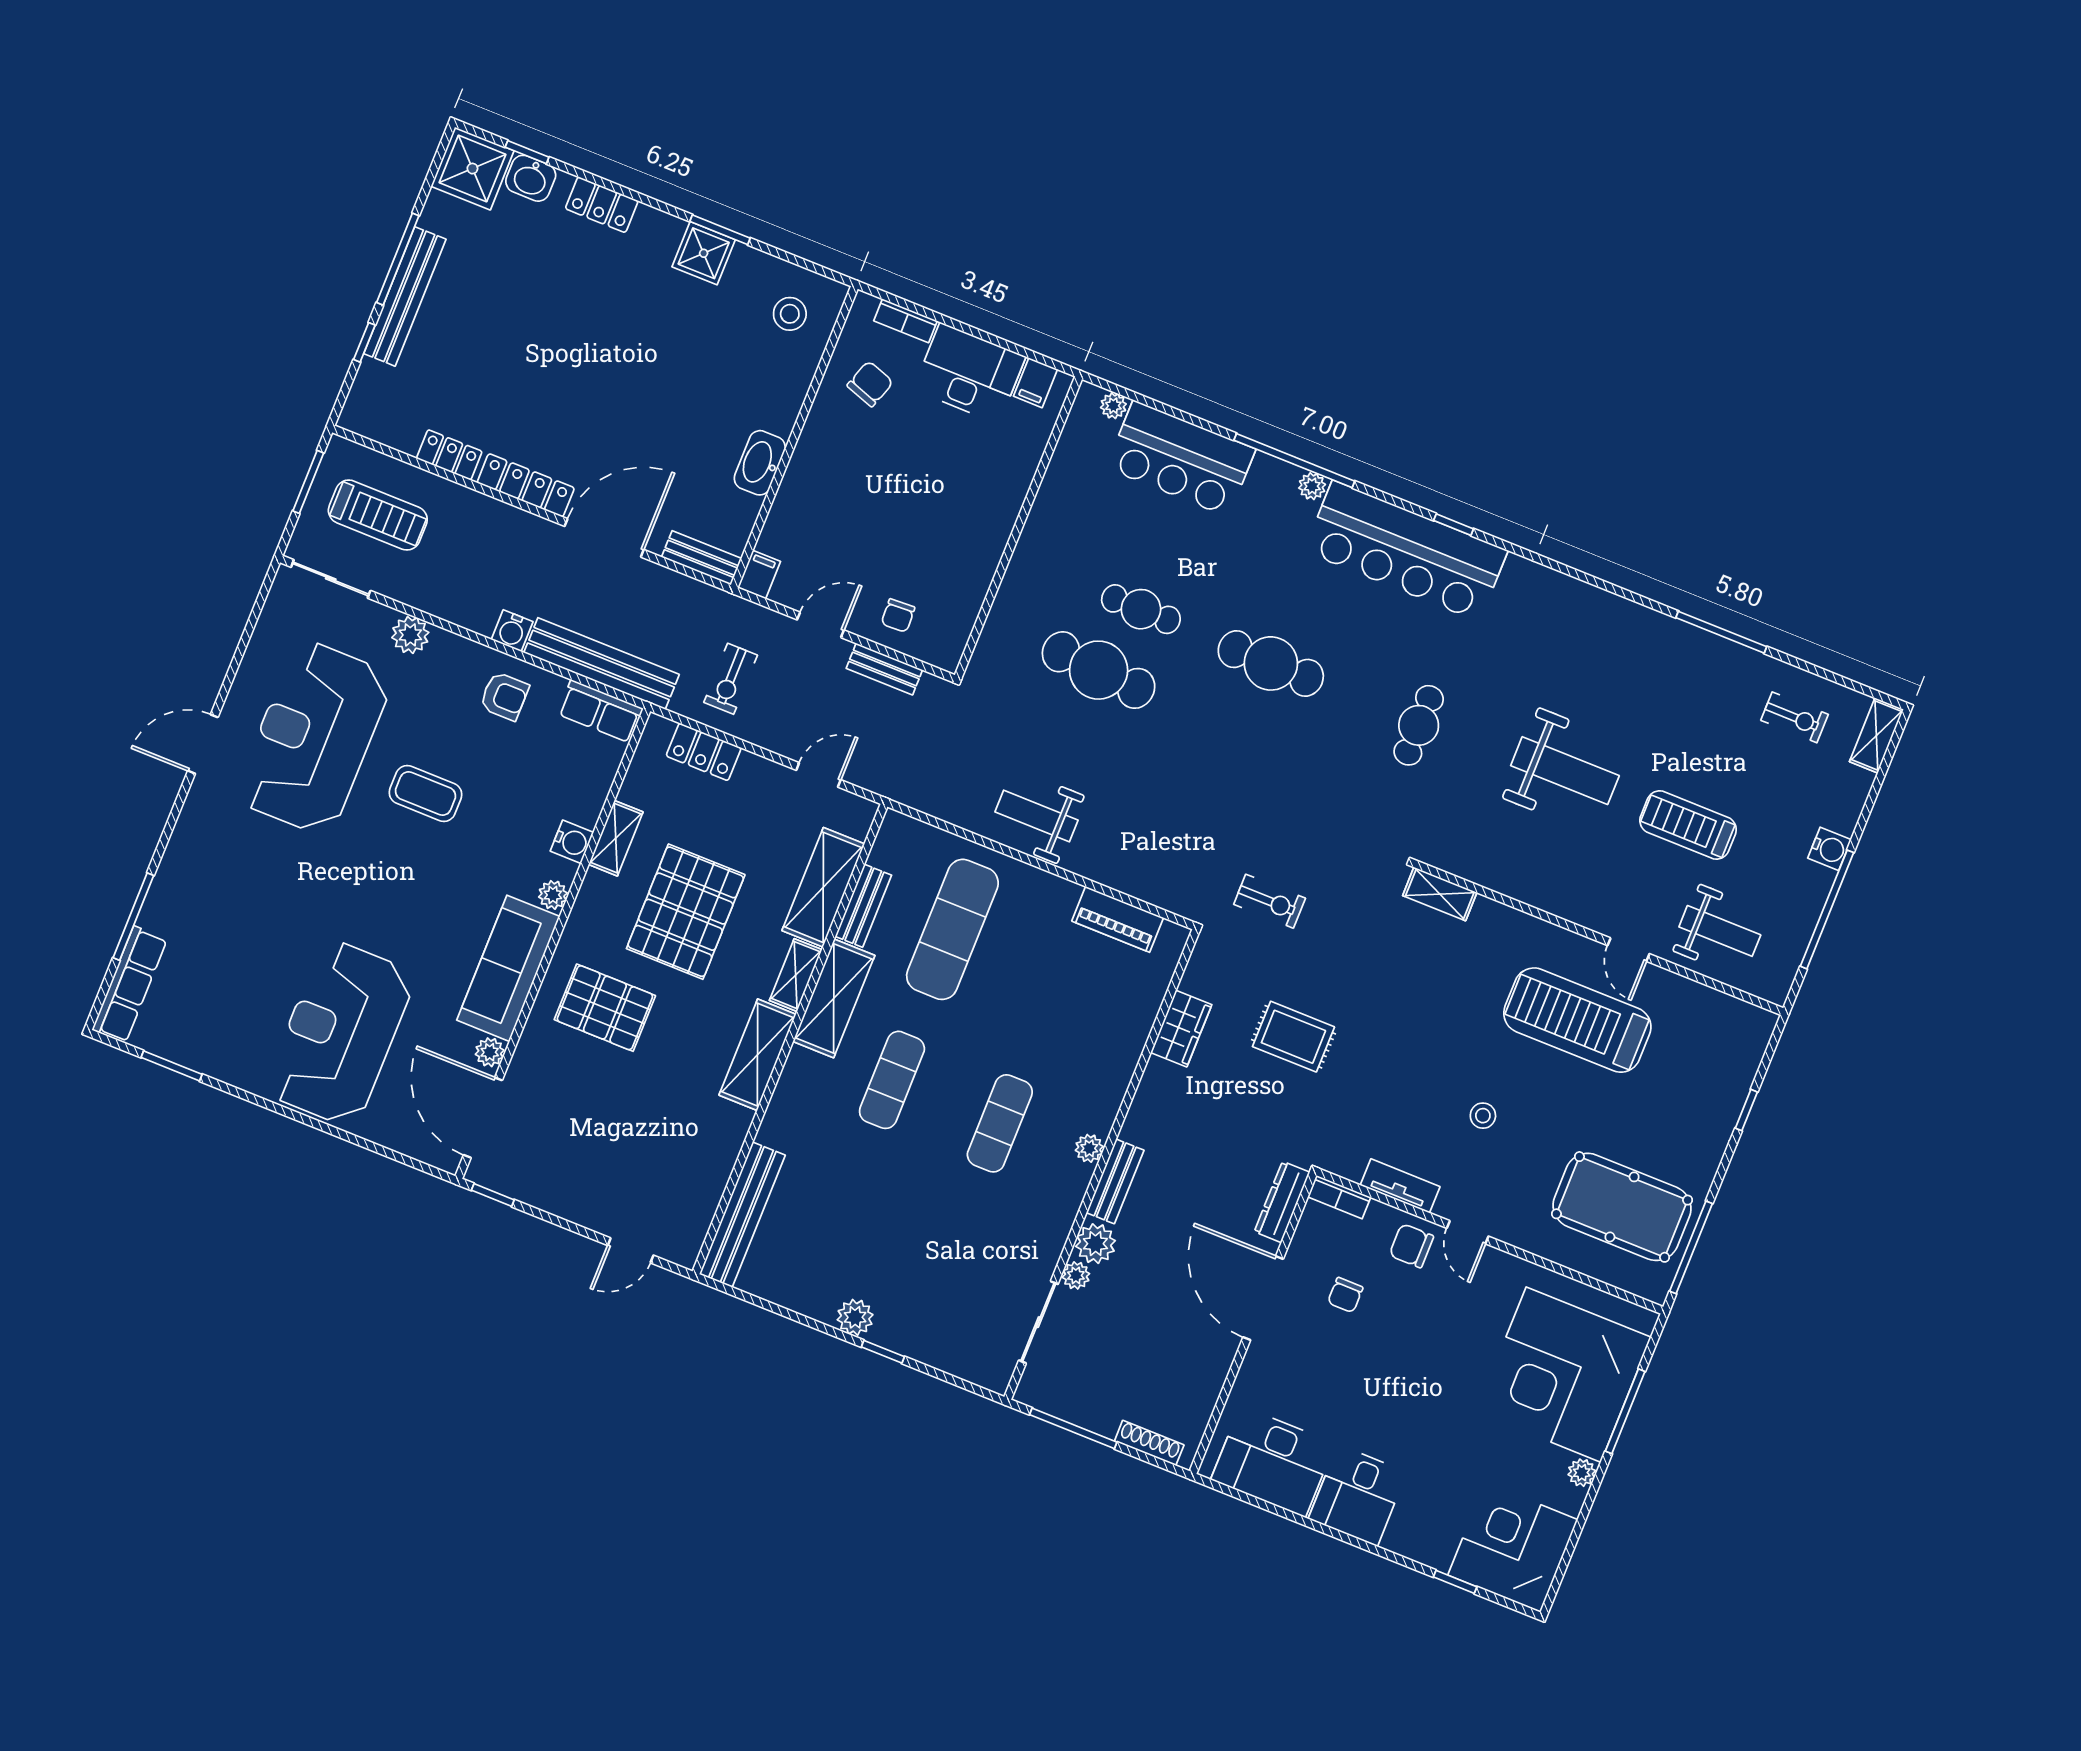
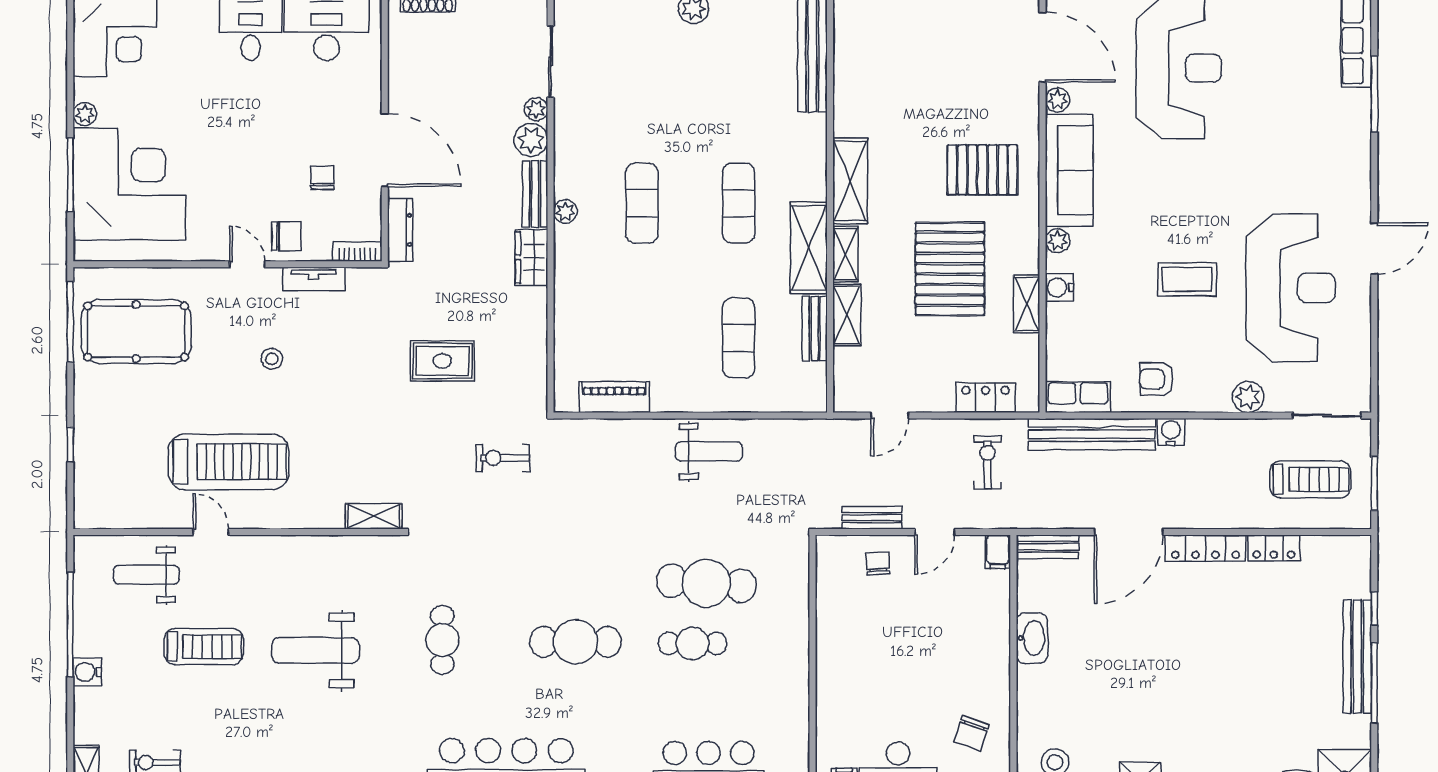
treadmill: (378, 515) -> (1310, 479), turned 180
shelving: (823, 887) -> (847, 315), width x0.67, depth x0.75
exercise mat: (952, 929) -> (739, 338), width x0.73, depth x0.69
wardrobe: (1181, 1029) -> (531, 257), moved

